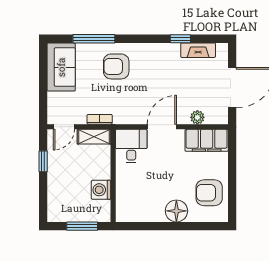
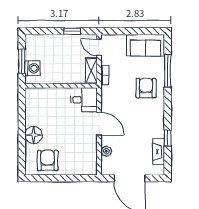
filing cabinet: (207, 140) -> (89, 158), removed
washing machine: (101, 190) -> (32, 68), moved, turned 90

